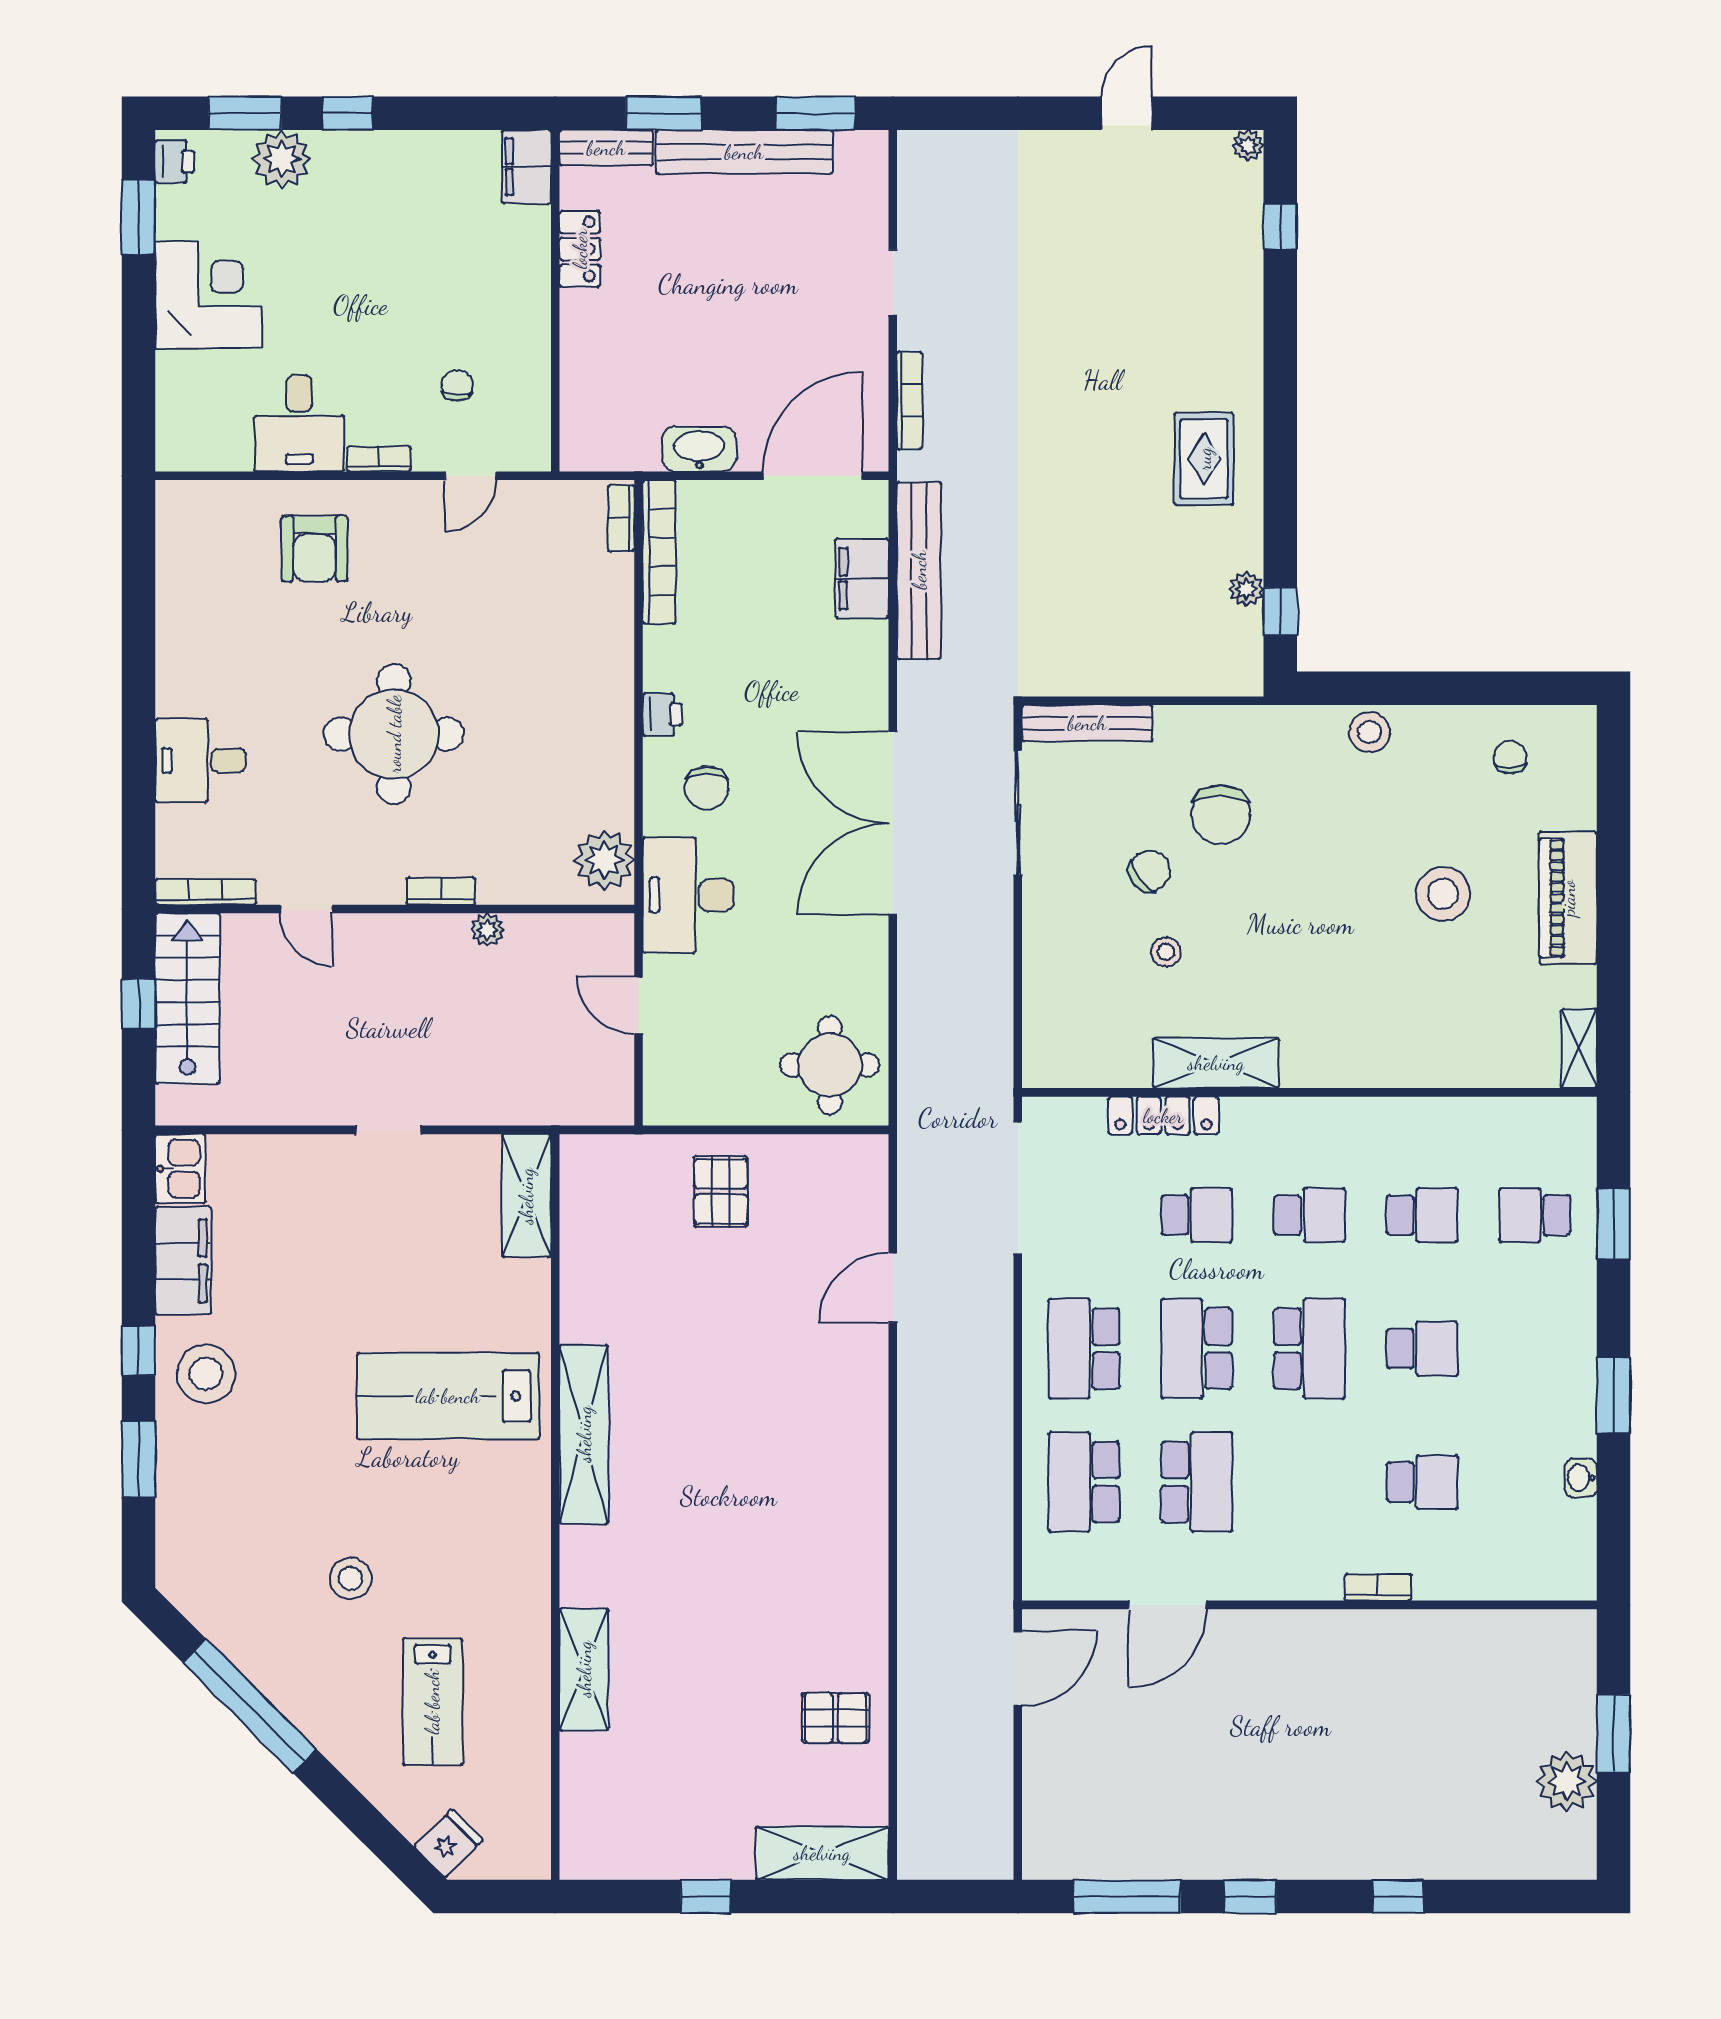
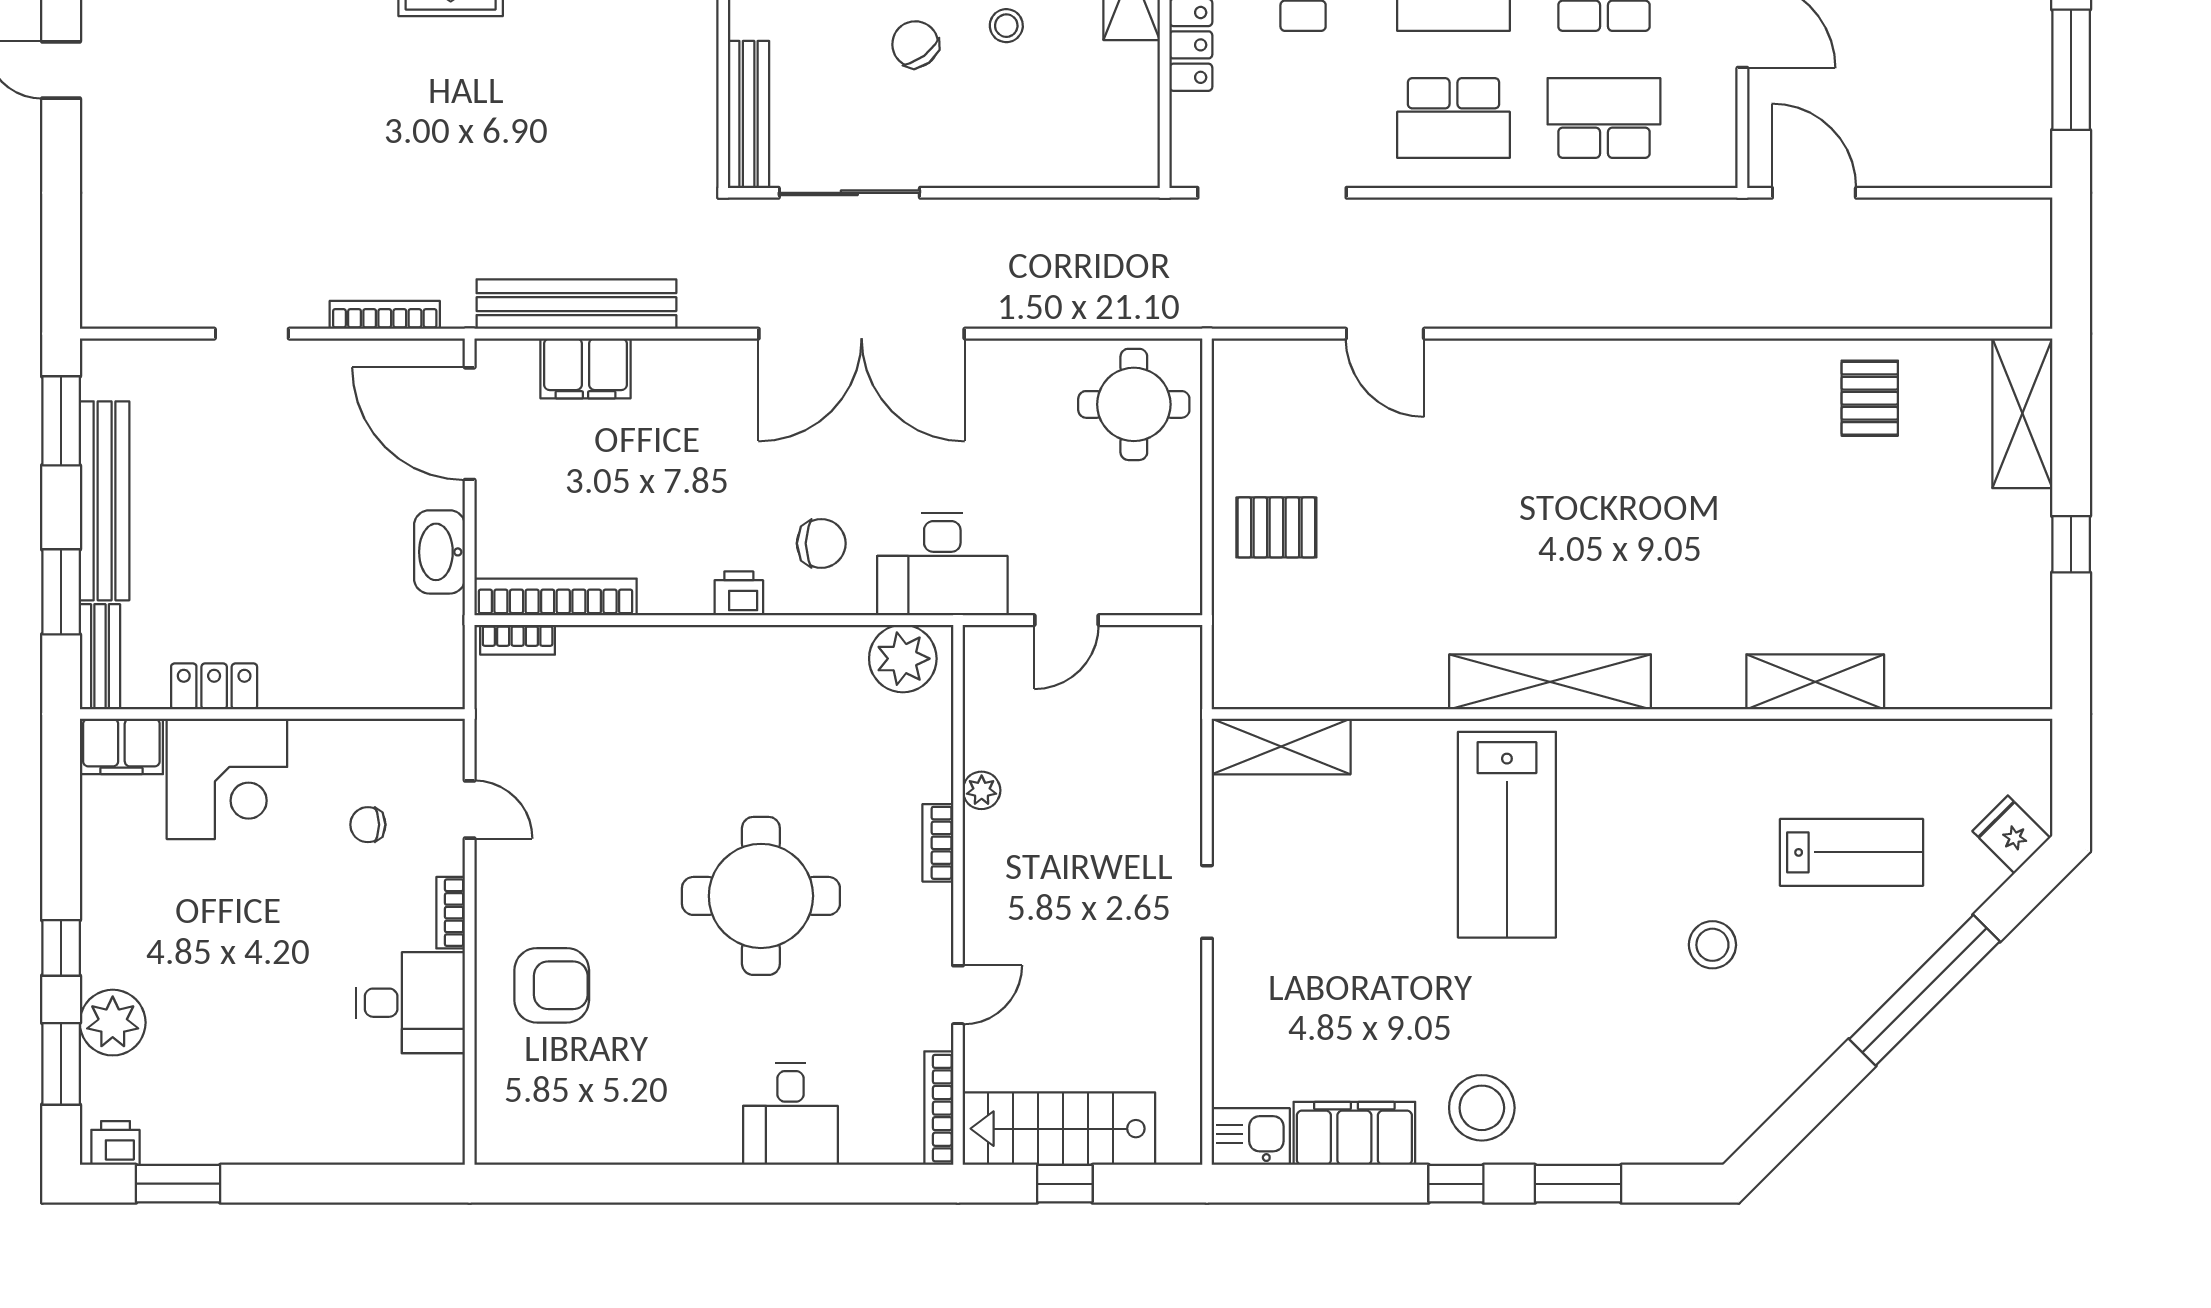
corner desk: (209, 295) -> (227, 779), moved, turned 180
school desk: (1084, 1482) -> (1604, 118), turned 180
window: (250, 1706) -> (1924, 990), moved

